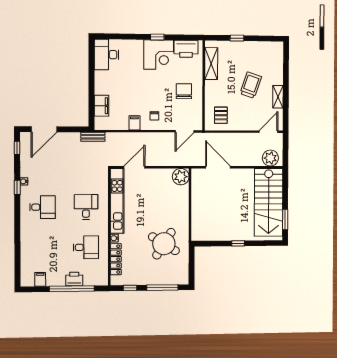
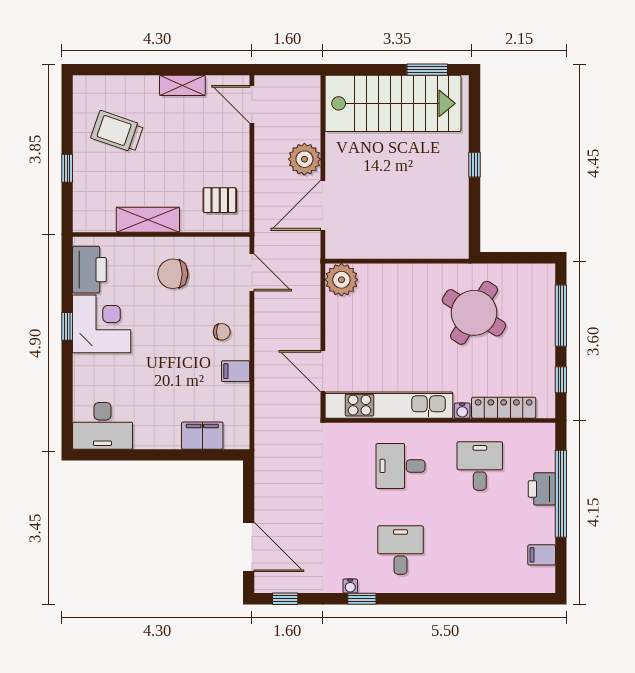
shelving: (211, 64) -> (148, 220), moved
trolley: (251, 85) -> (117, 131), moved
bench: (93, 137) -> (263, 452), removed
plant: (270, 158) -> (304, 159), moved

